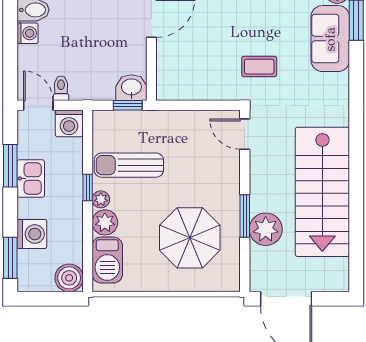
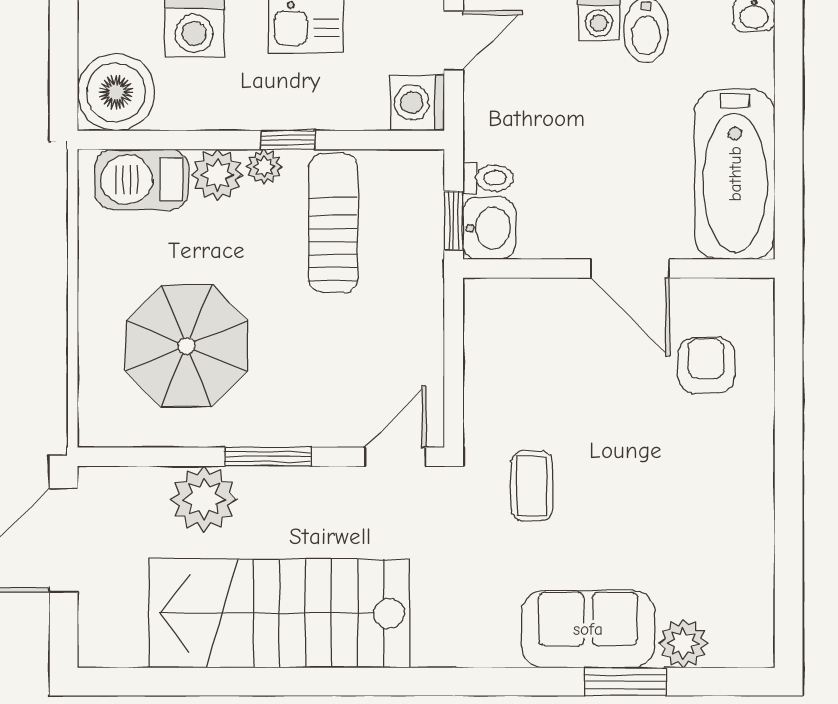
toilet: (61, 88) -> (488, 178), moved
window: (245, 216) -> (268, 457), moved
boiler: (69, 278) -> (116, 92), width x1.37, depth x1.37

